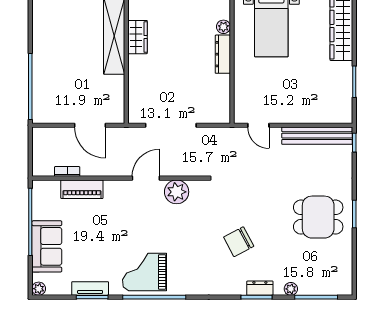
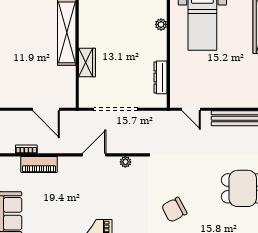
wardrobe: (137, 37) -> (87, 63), moved
dresser: (223, 54) -> (160, 77), moved
plant: (177, 192) -> (125, 162), width x0.53, depth x0.53

